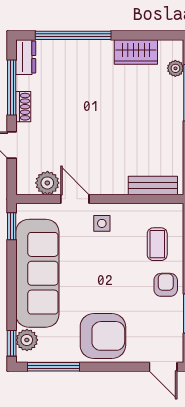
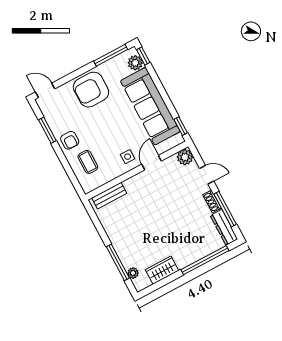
dresser: (26, 57) -> (224, 227), width x1.44
plant: (47, 183) -> (185, 157), moved
door: (75, 199) -> (152, 163), swing flipped

